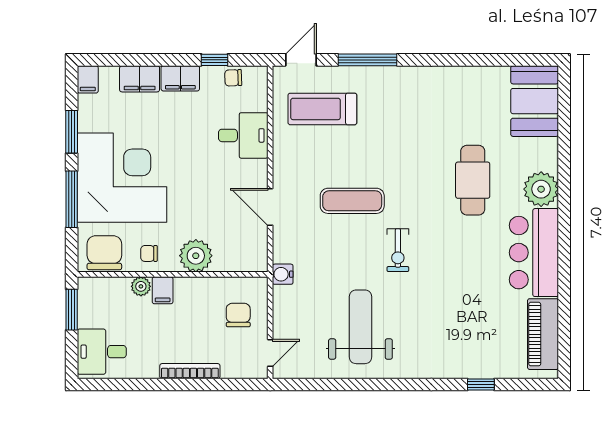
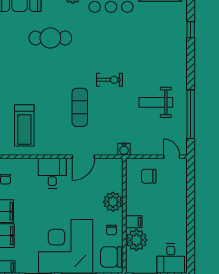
desk: (243, 135) -> (52, 173), moved
cafe table: (473, 180) -> (50, 38), moved
plant: (141, 286) -> (136, 240), width x1.87, depth x1.87
weight bench: (360, 327) -> (156, 102), width x0.73, depth x0.75
bookcase: (190, 371) -> (183, 205), removed
window: (341, 385) -> (191, 114), added

